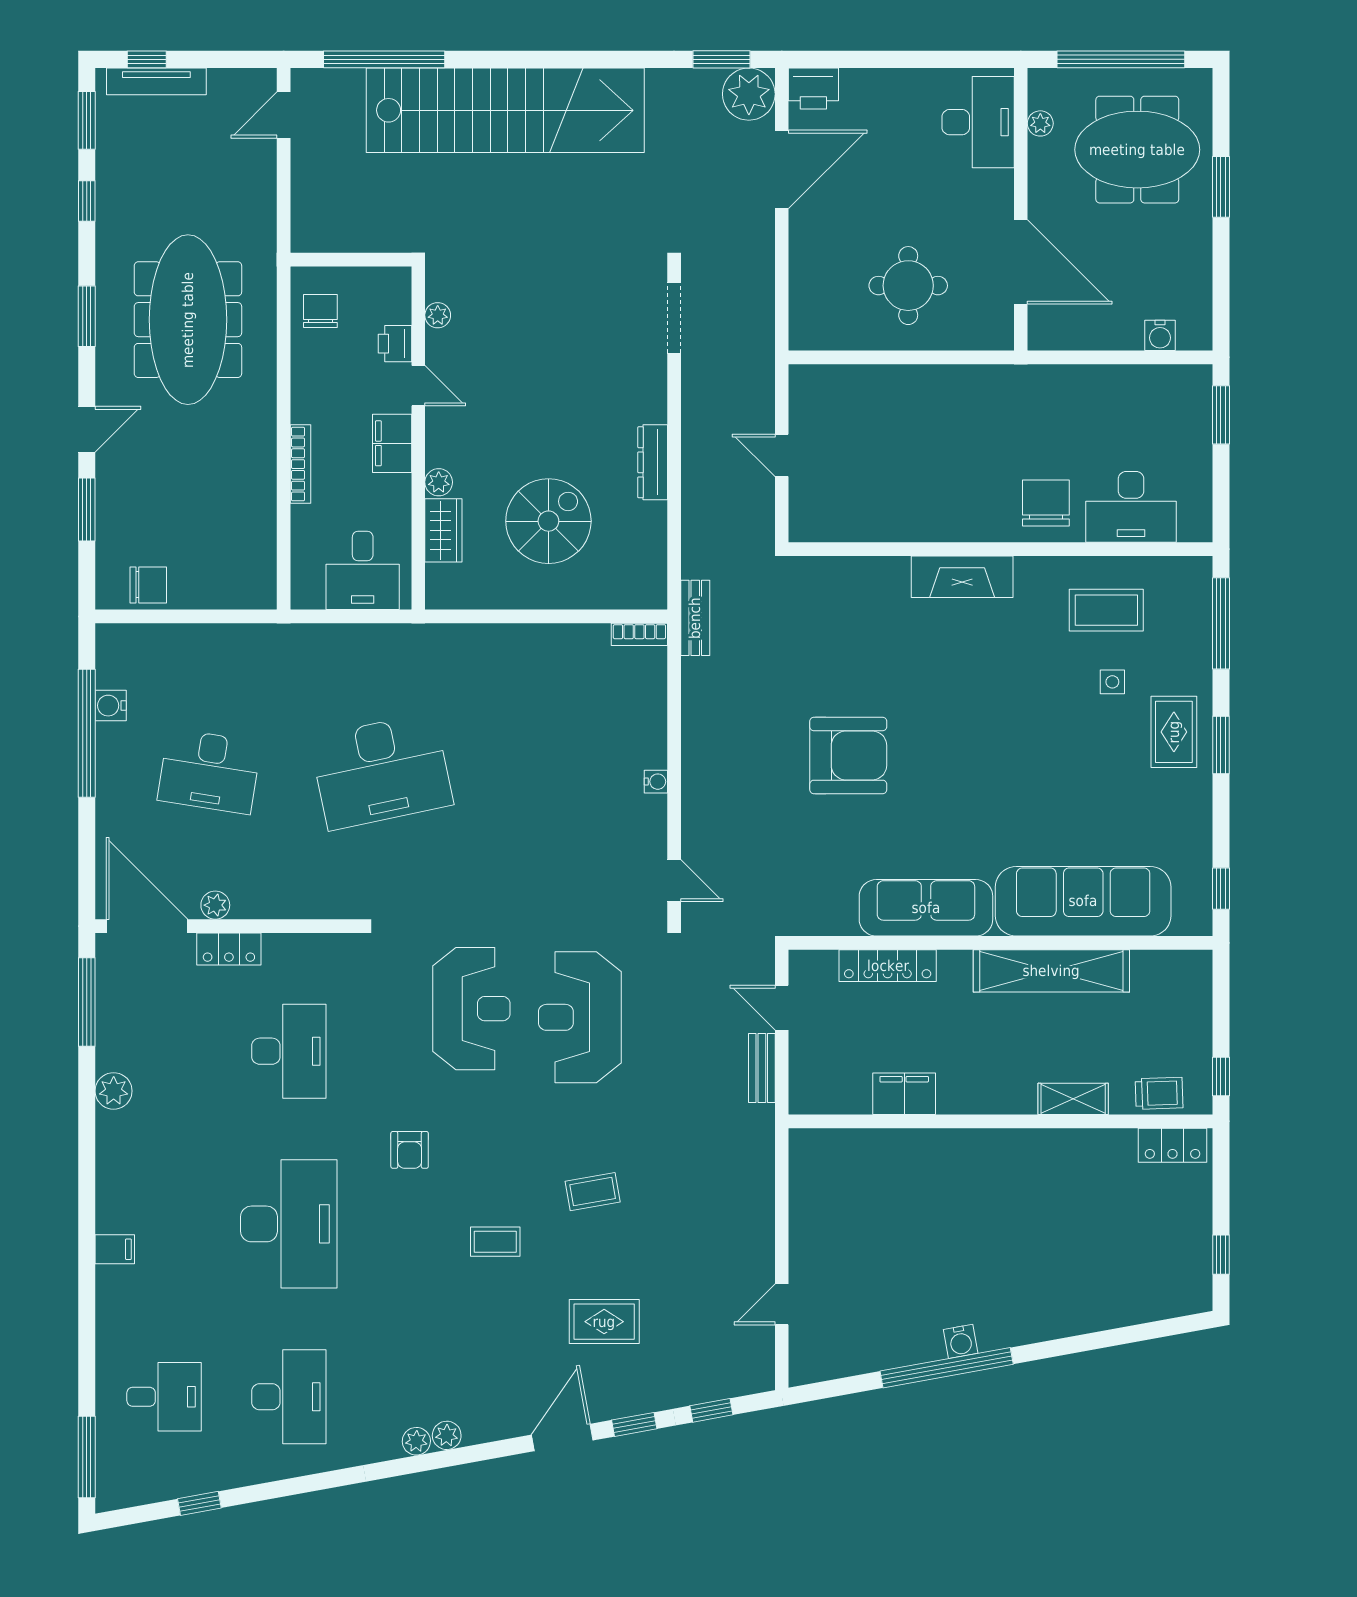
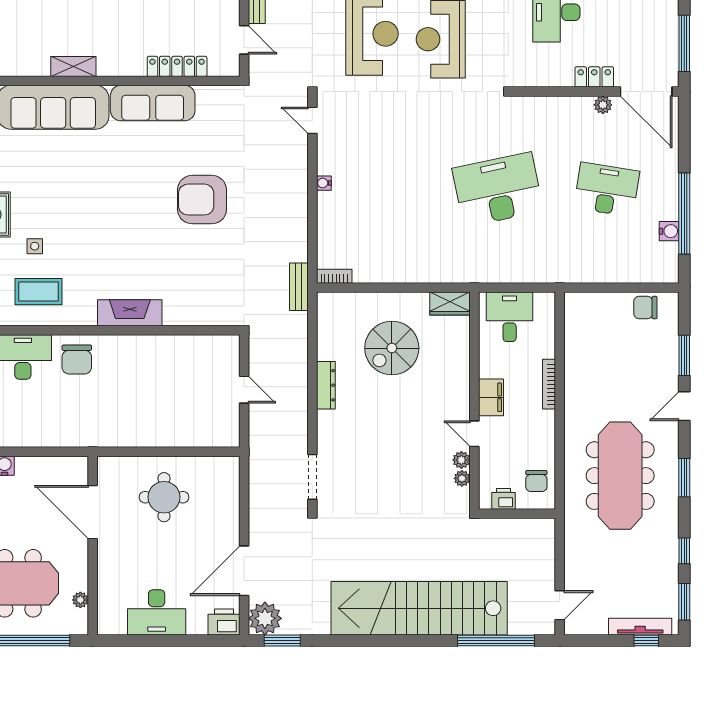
desk: (978, 122) -> (157, 612), moved, turned -90
printer: (395, 344) -> (503, 499), moved, turned -90
plant: (439, 482) -> (461, 460), moved
wardrobe: (443, 530) -> (450, 304), moved, turned -90
shelving: (1051, 971) -> (73, 66), width x0.45, depth x0.75

